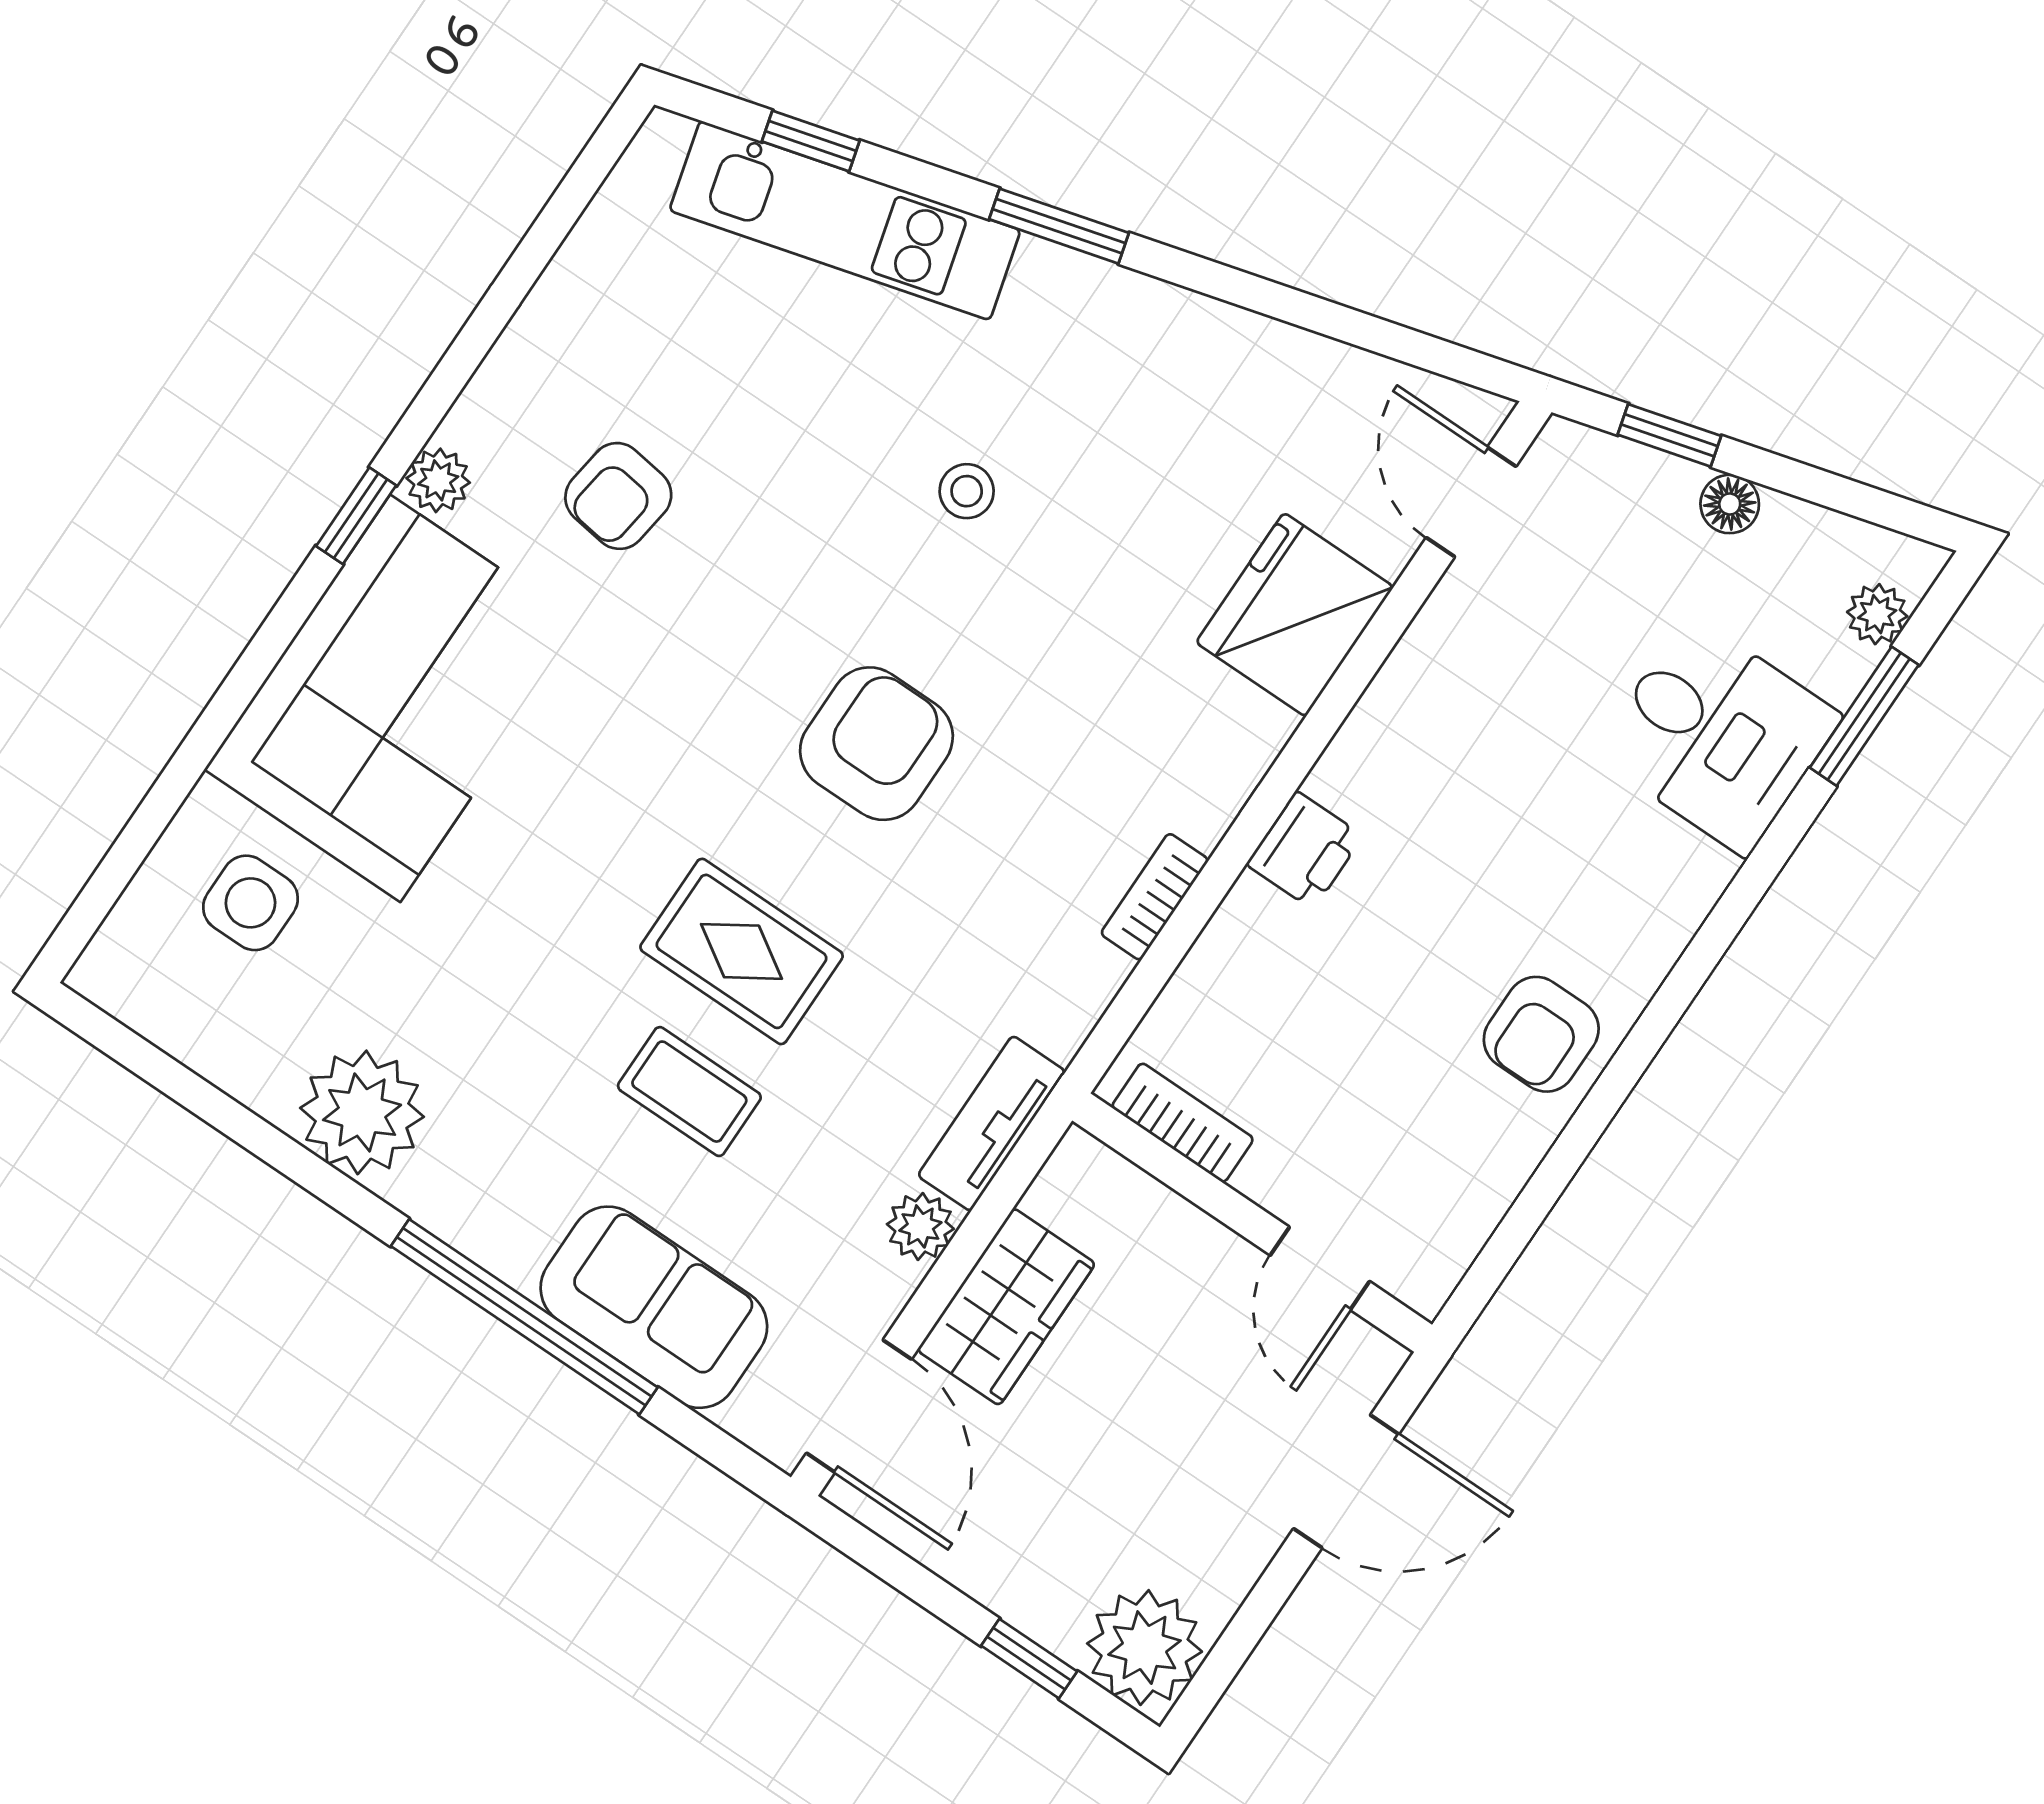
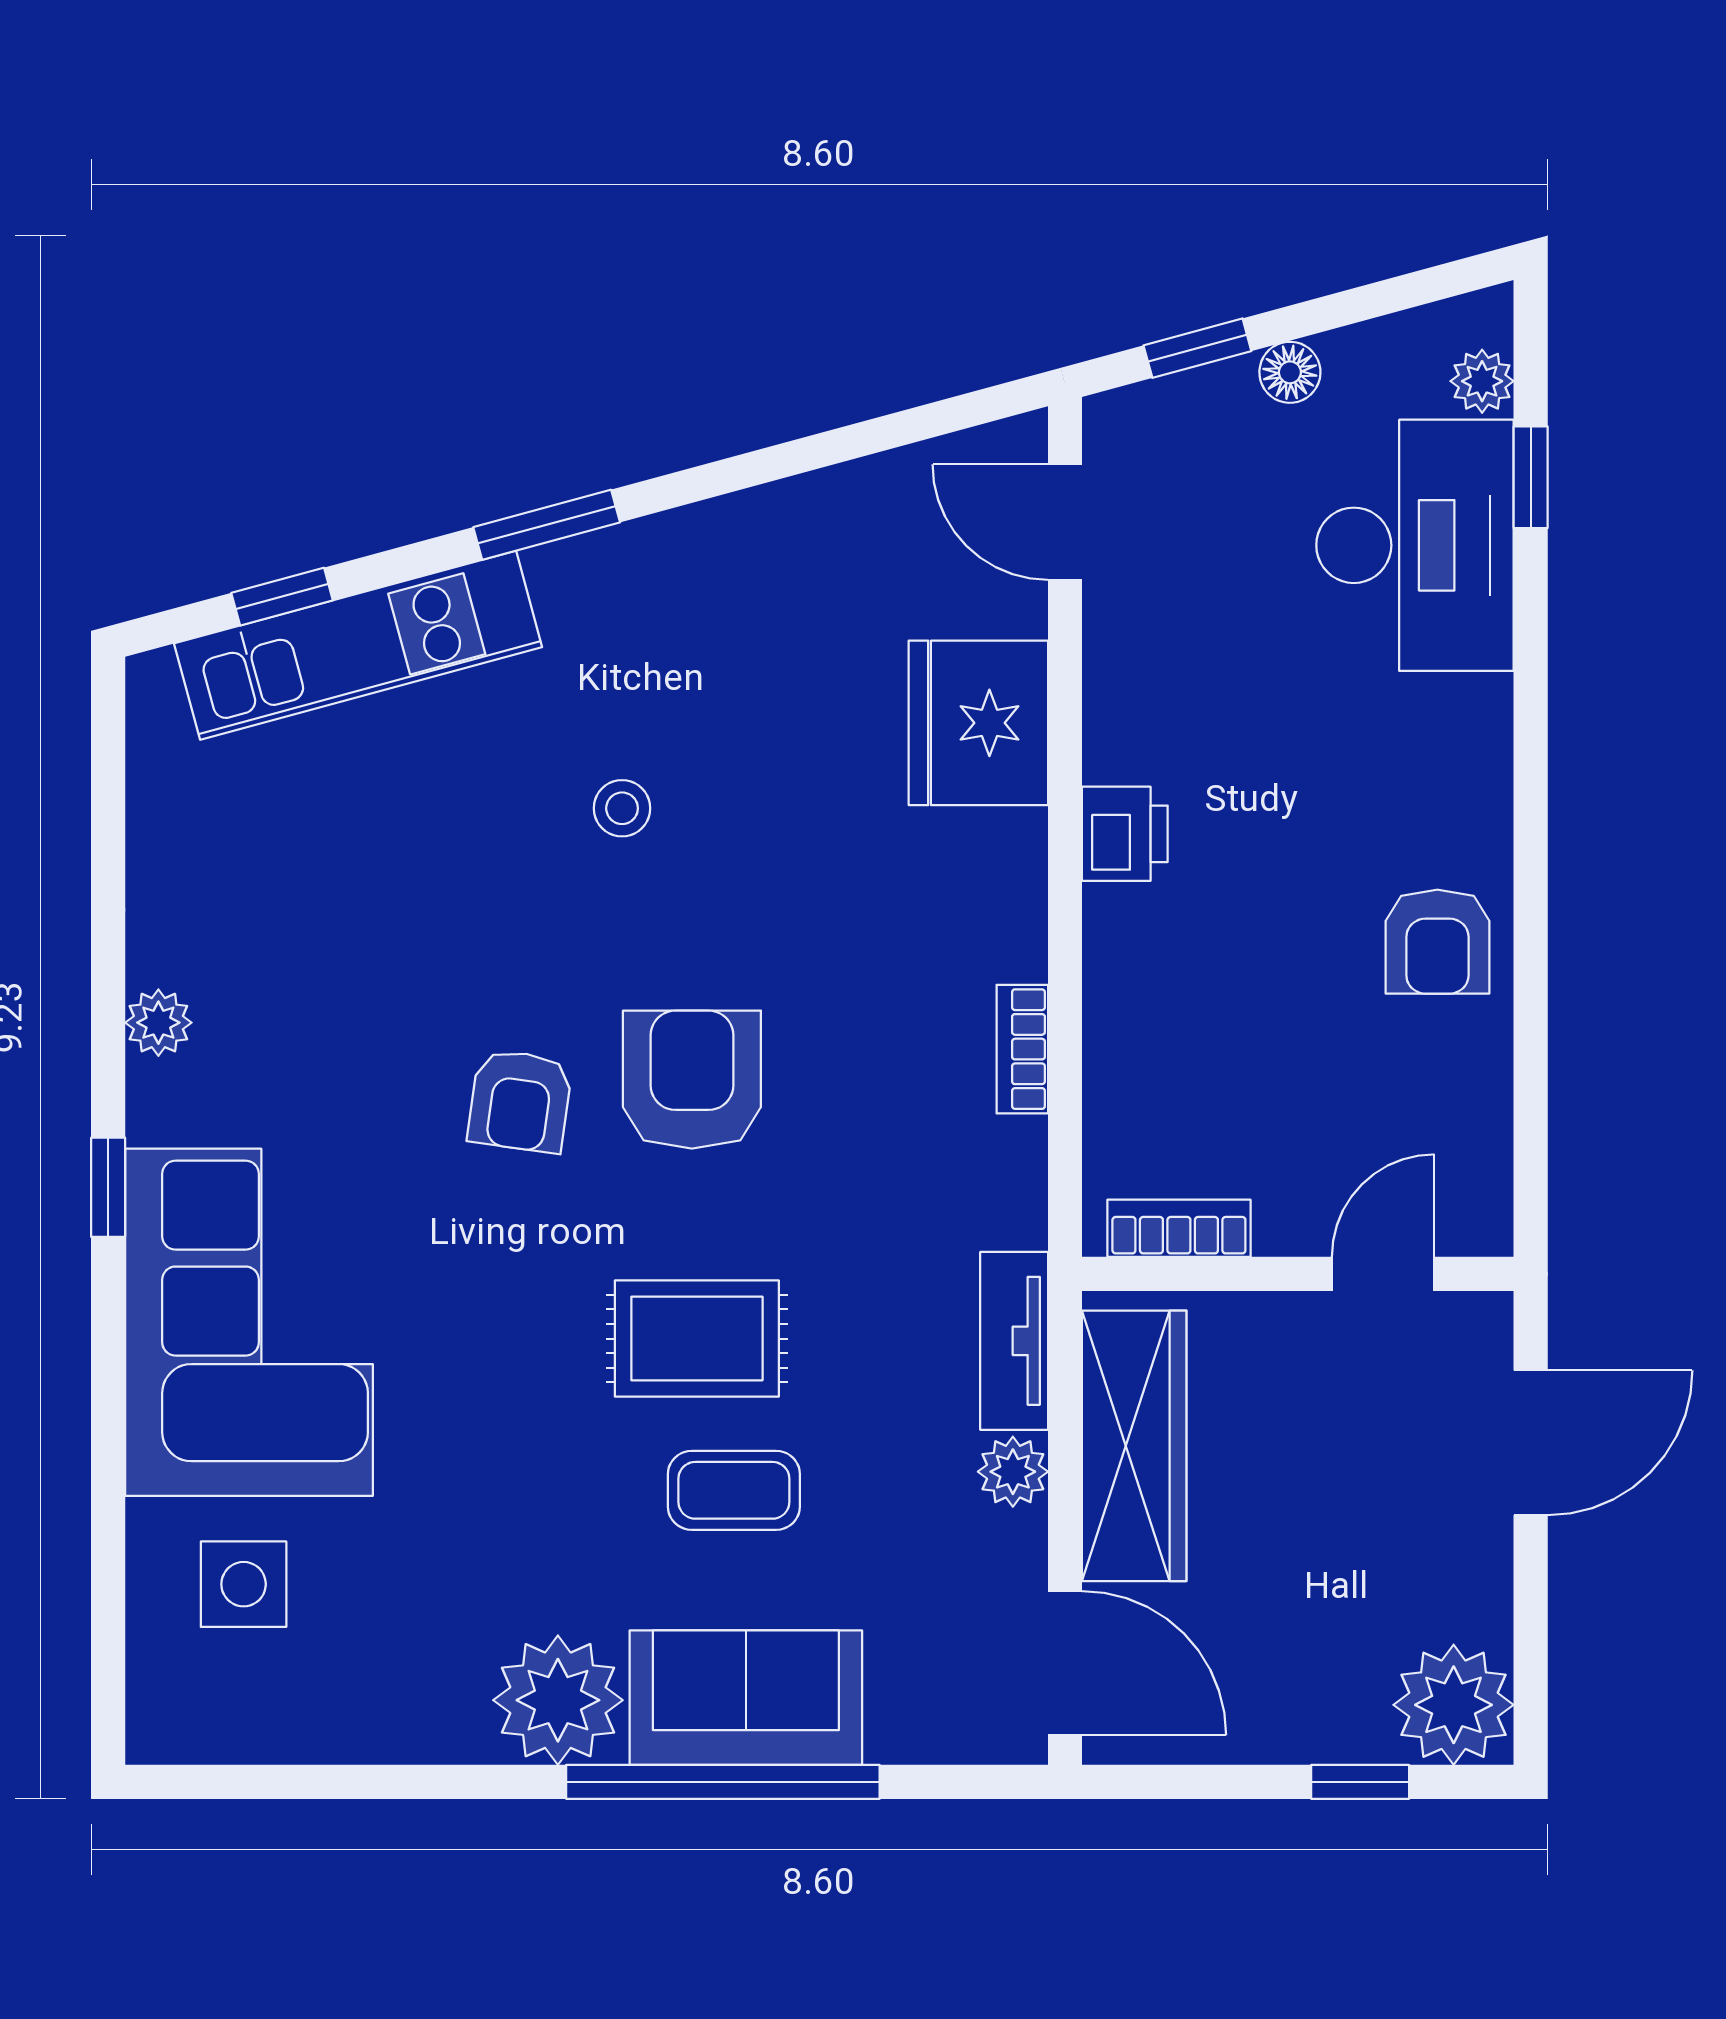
plant: (438, 480) -> (158, 1023), moved
armchair: (618, 496) -> (520, 1101), moved
window: (1864, 716) -> (1531, 477), width x0.67
desk: (1718, 735) -> (1415, 545), width x1.37
printer: (1305, 850) -> (1125, 834), moved
plant: (362, 1112) -> (558, 1700), moved
door: (1320, 1268) -> (1383, 1274), swing flipped
sofa: (654, 1307) -> (746, 1698), moved
wardrobe: (1006, 1307) -> (1134, 1446), width x1.50

